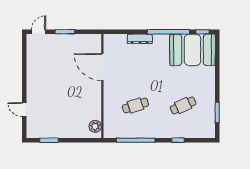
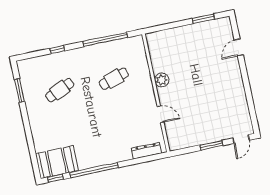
dresser: (140, 39) -> (146, 151), moved
booth: (192, 50) -> (57, 162), width x0.73, depth x0.70
door: (102, 67) -> (160, 114), width x0.53
door: (24, 110) -> (239, 47), swing flipped
plant: (95, 126) -> (162, 80), moved

